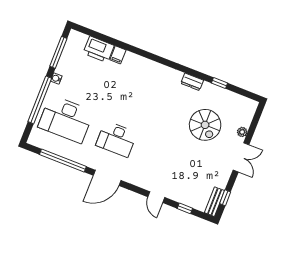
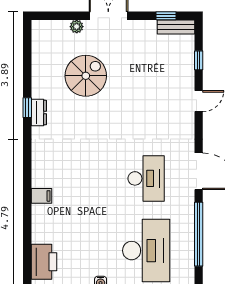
printer: (99, 49) -> (44, 262), moved
filing cabinet: (118, 55) -> (41, 196), moved
window: (219, 83) -> (27, 108), moved

